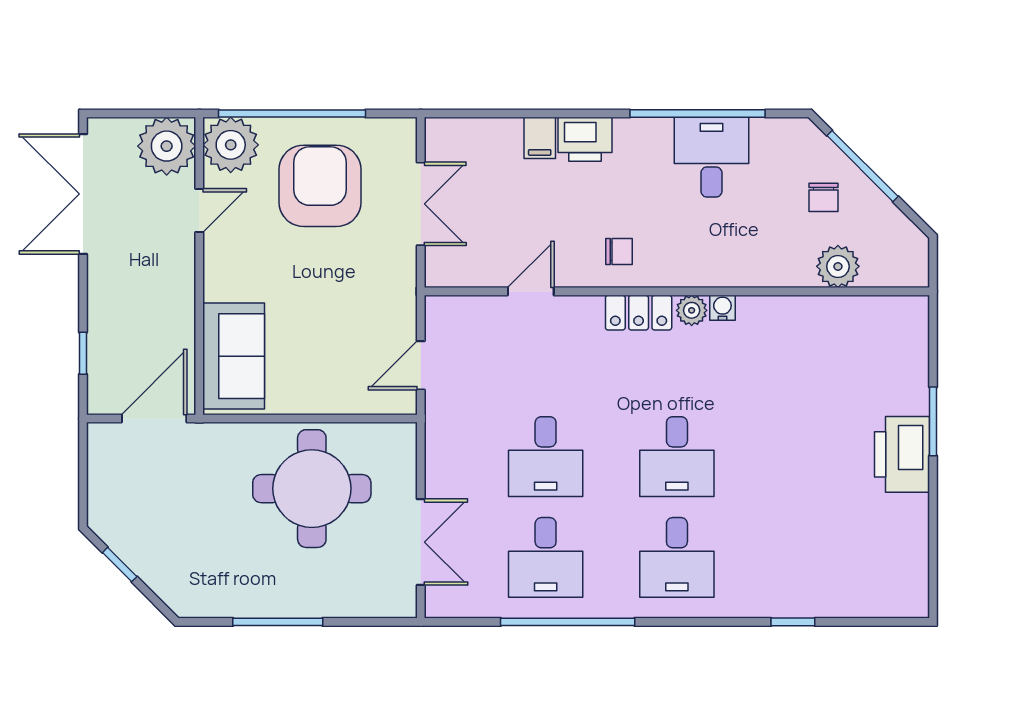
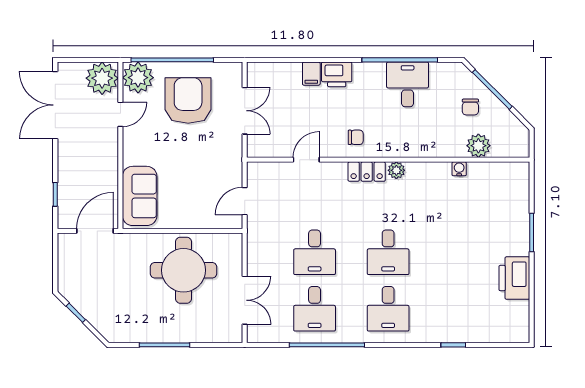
water cooler: (722, 308) -> (459, 169), moved
printer: (902, 454) -> (514, 278), moved

